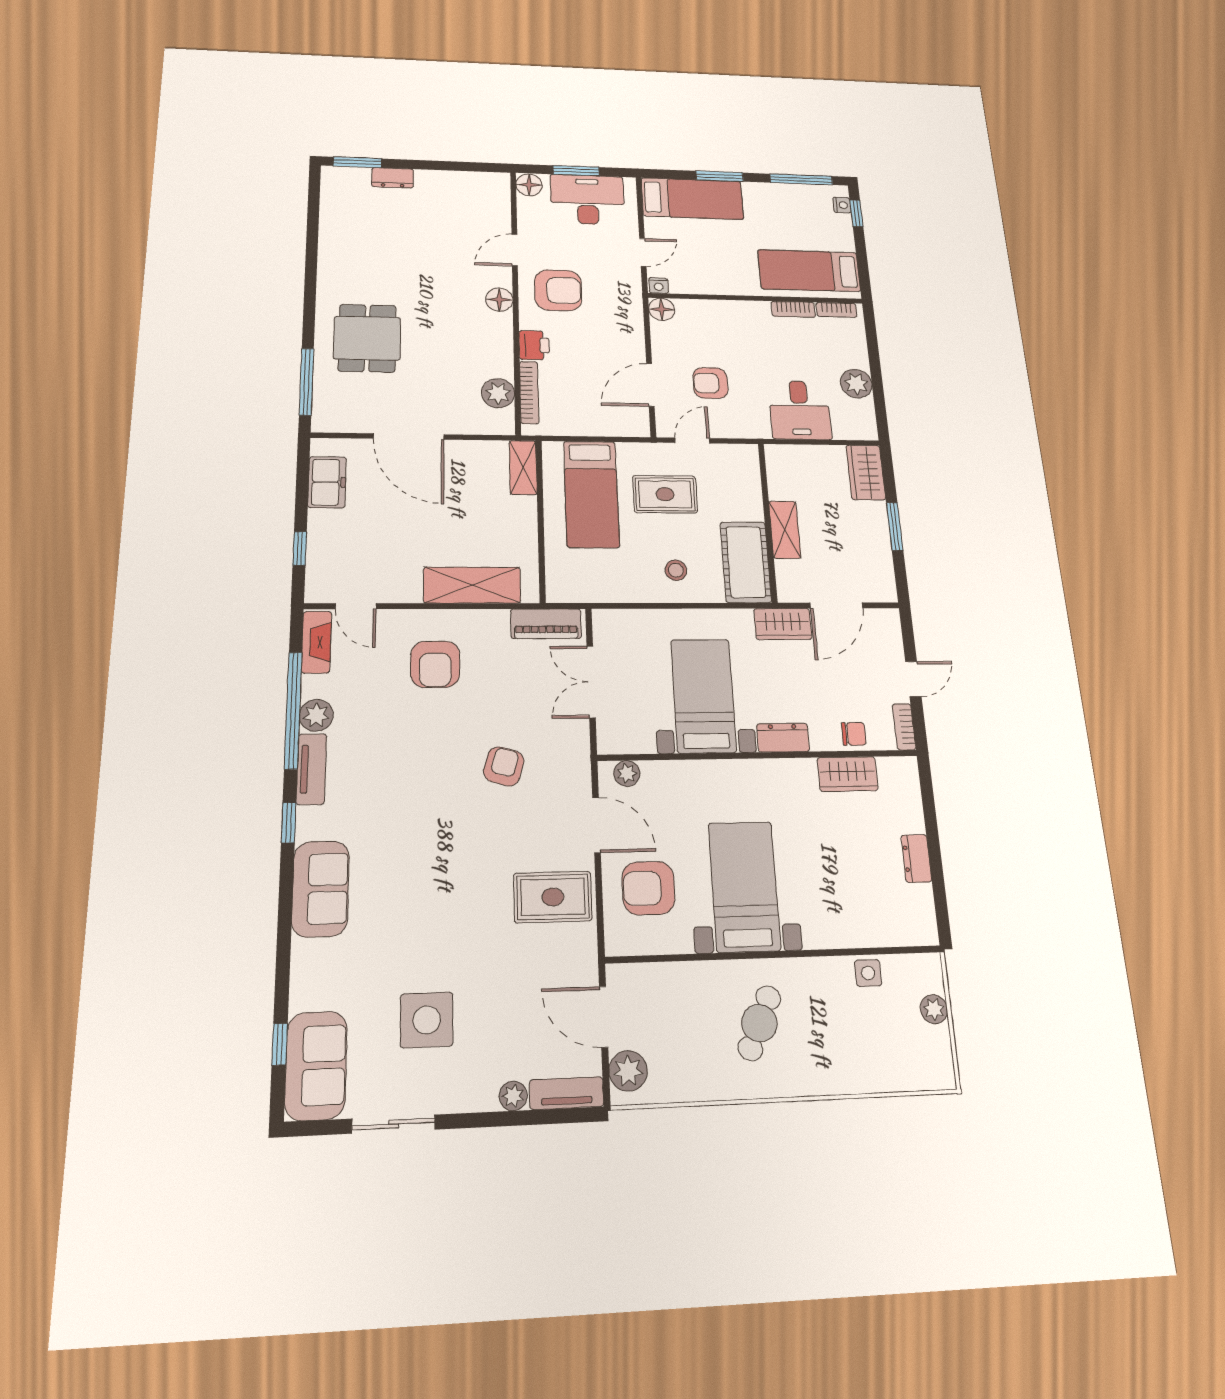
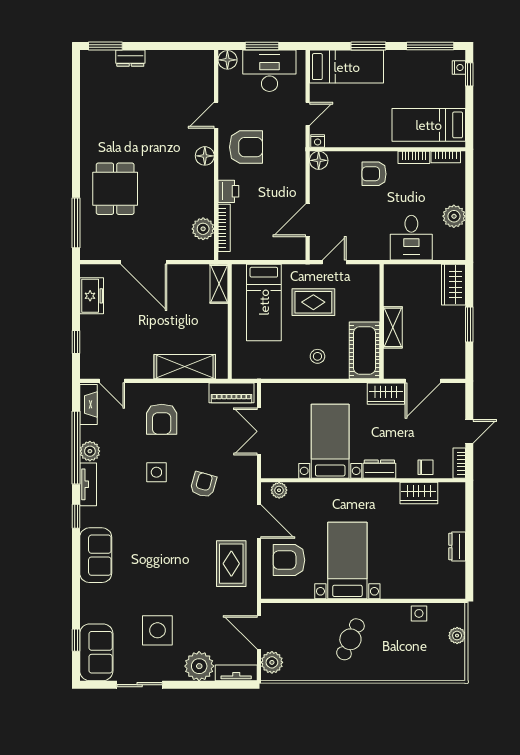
armchair: (710, 383) -> (374, 174), moved
side table: (426, 748) -> (156, 472), added
rug: (553, 897) -> (231, 564), turned 90
plant: (513, 1096) -> (199, 666), width x1.88, depth x1.88

